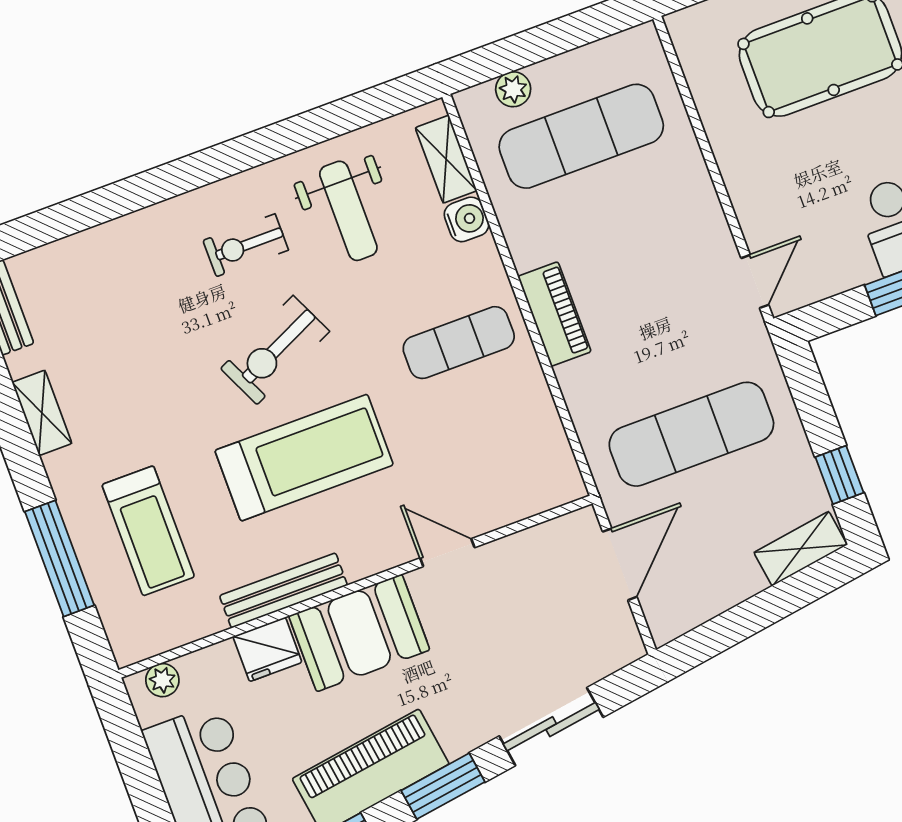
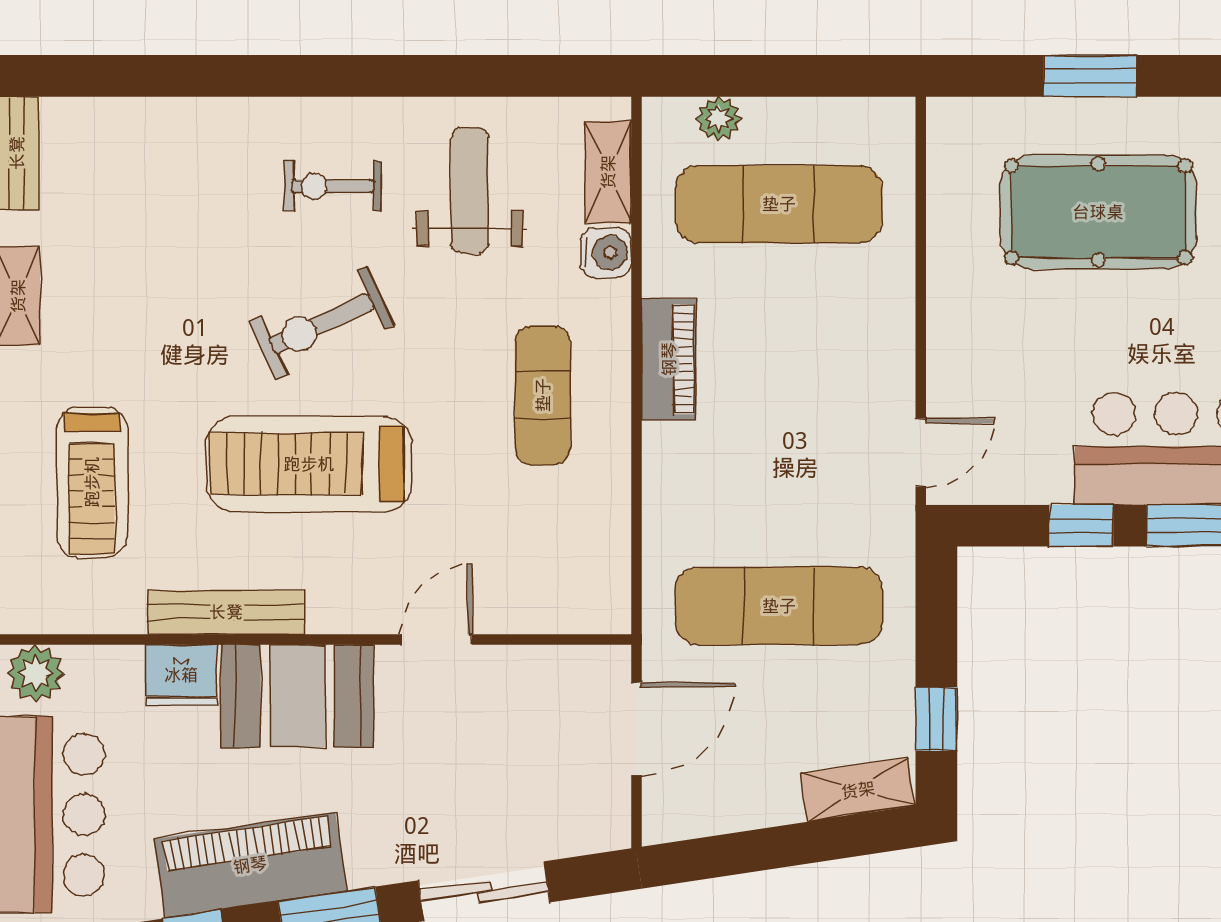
weight bench: (348, 211) -> (470, 191), turned 180
piano: (554, 314) -> (669, 359), moved
exercise mat: (459, 343) -> (543, 395), turned 90
treadmill: (304, 458) -> (309, 464), turned 180
door: (447, 553) -> (437, 639), hinge flipped
plant: (162, 680) -> (35, 673), width x1.38, depth x1.38

